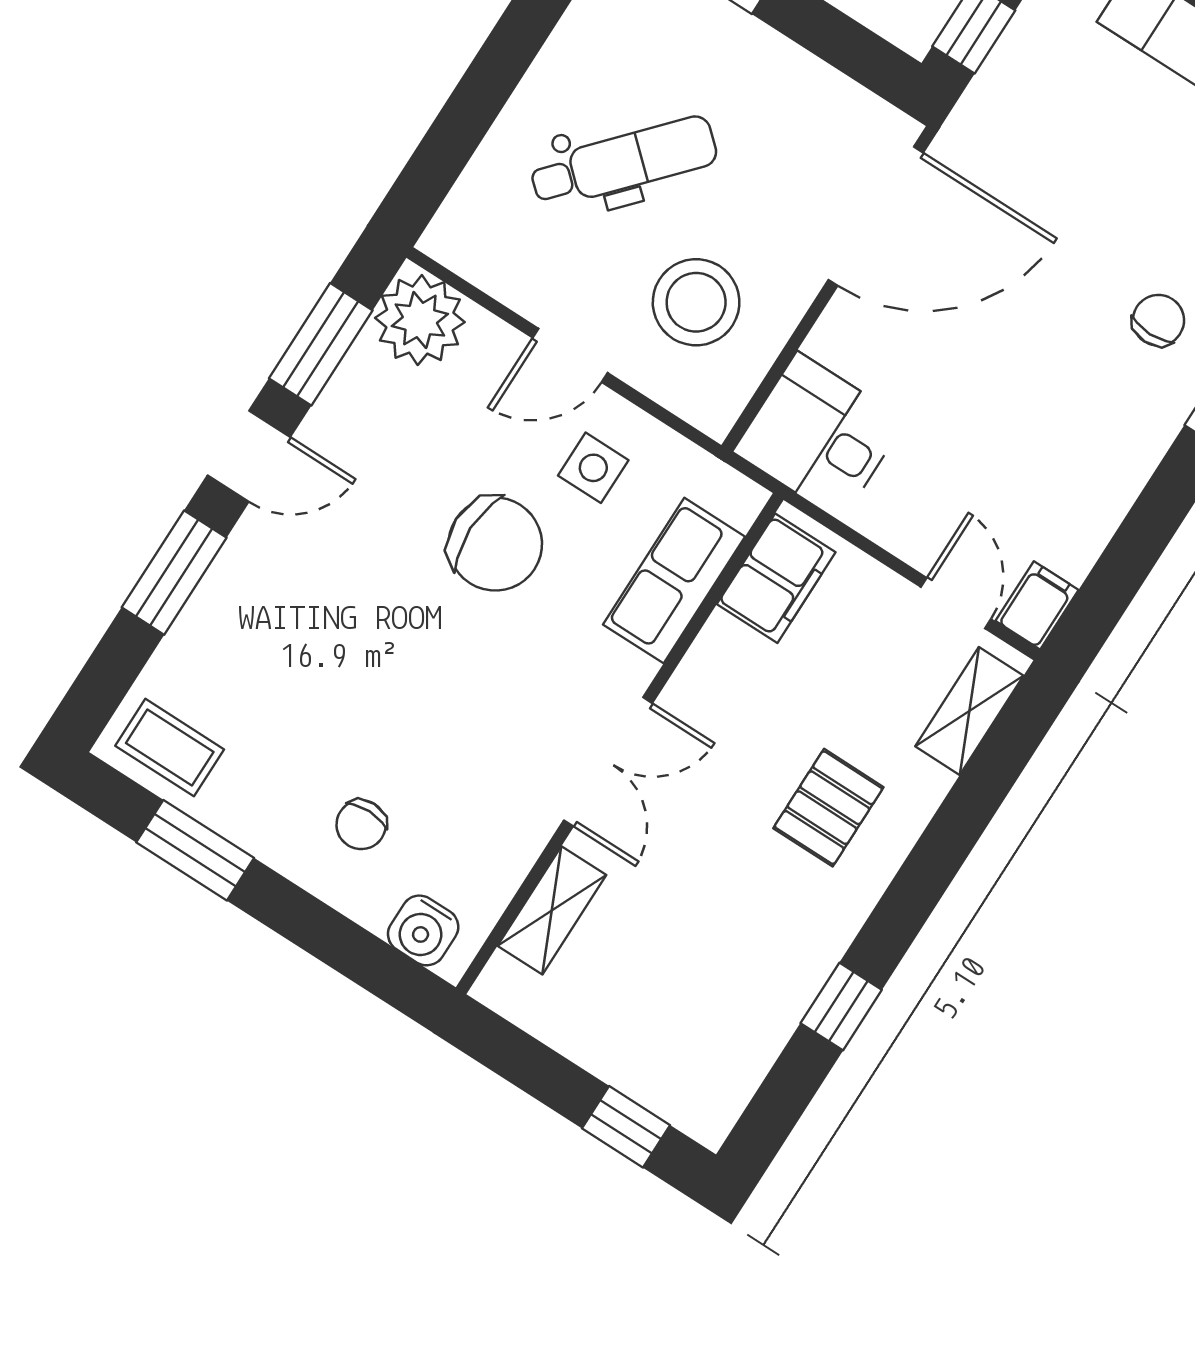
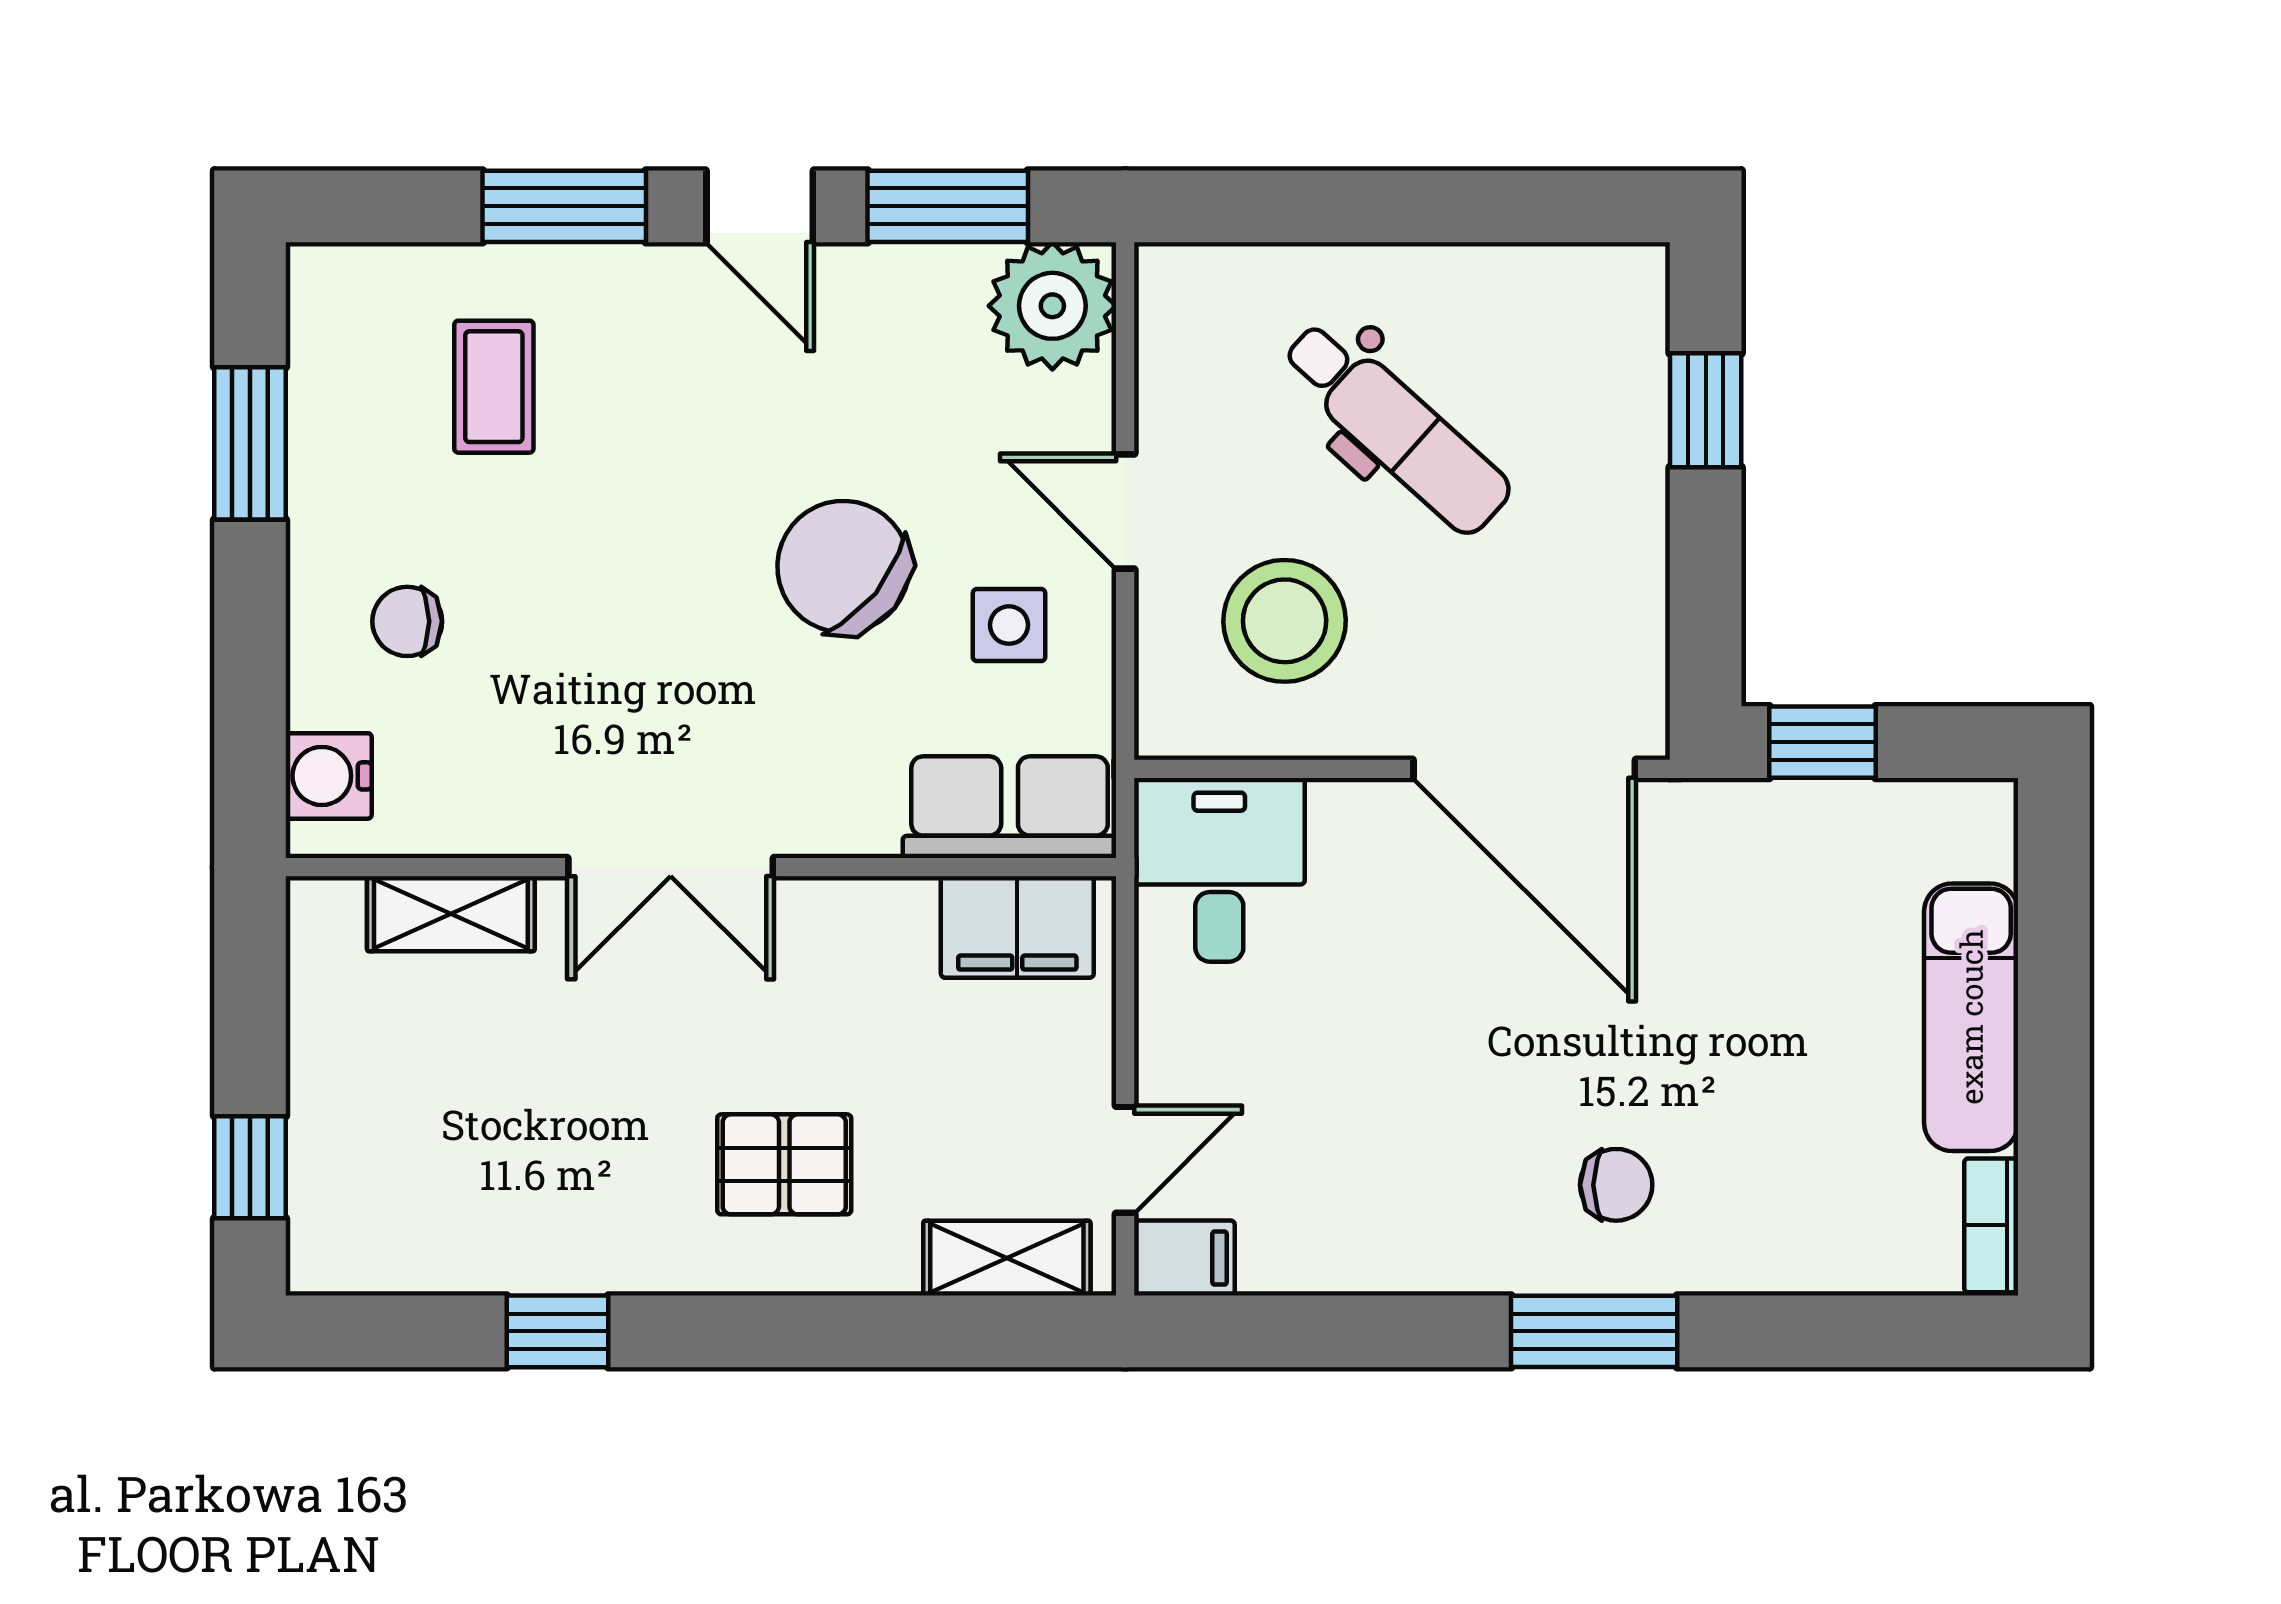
chair: (495, 544) -> (843, 567), turned 129
row of seats: (674, 581) -> (1010, 807), moved
coffee table: (170, 748) -> (494, 387), moved

